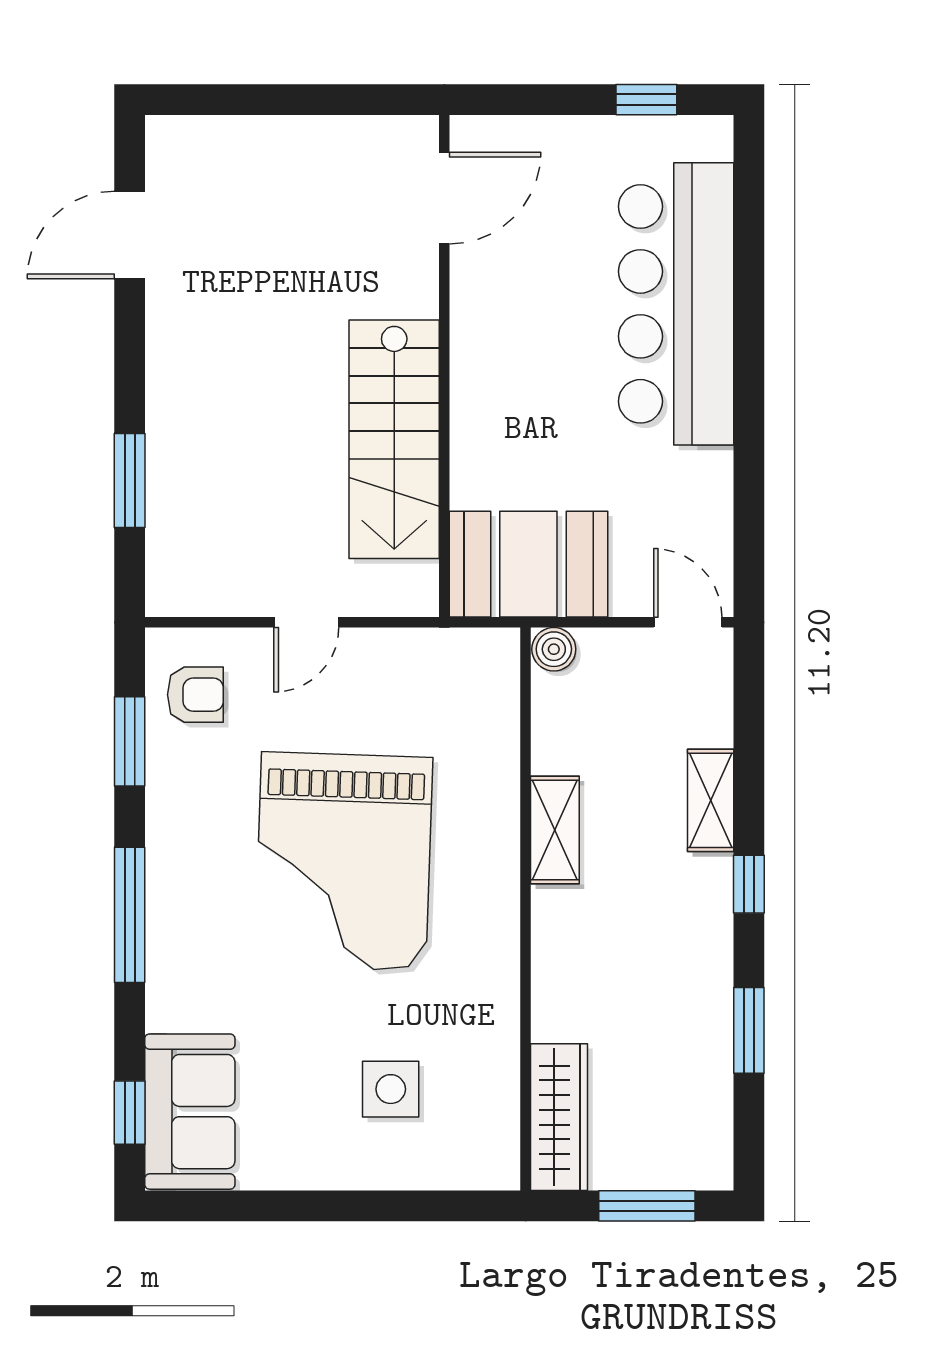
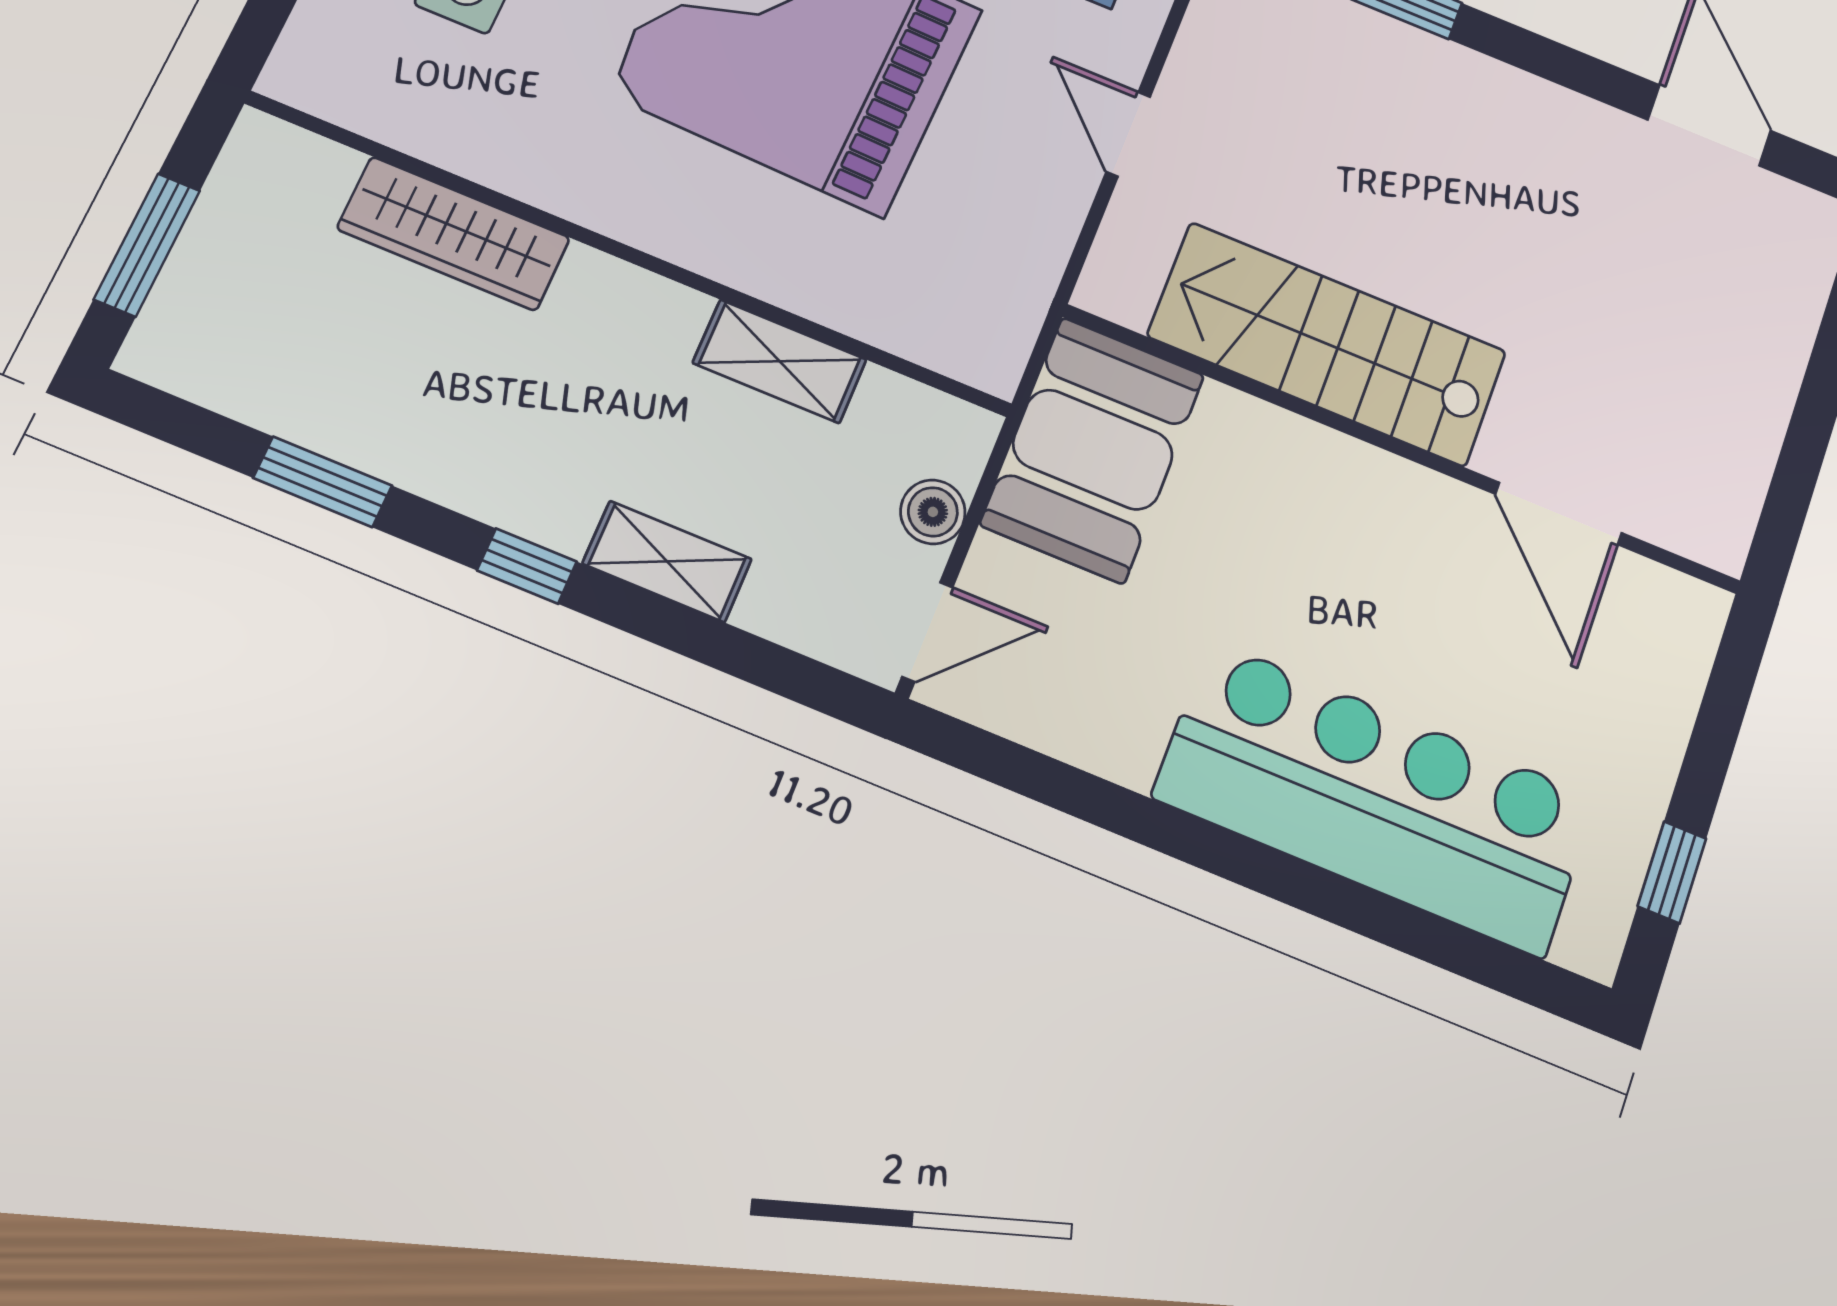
door: (444, 198) -> (1558, 514), moved
boiler: (554, 649) -> (933, 512), moved
shelving: (555, 830) -> (780, 361), moved
wardrobe: (559, 1117) -> (454, 233), moved

